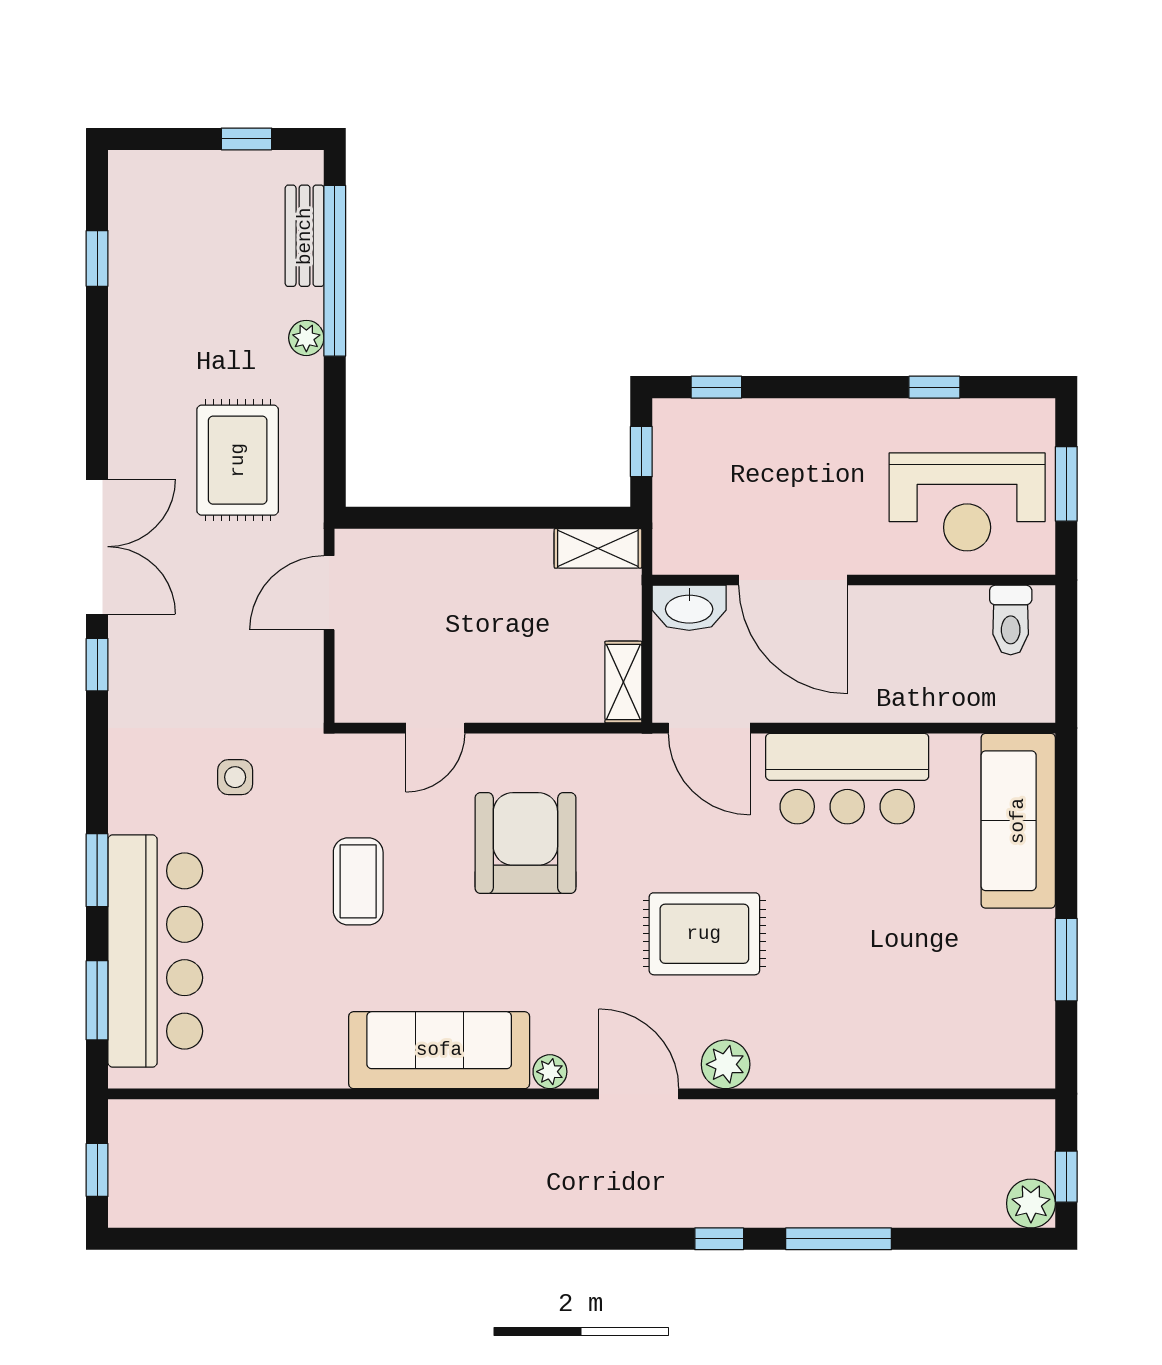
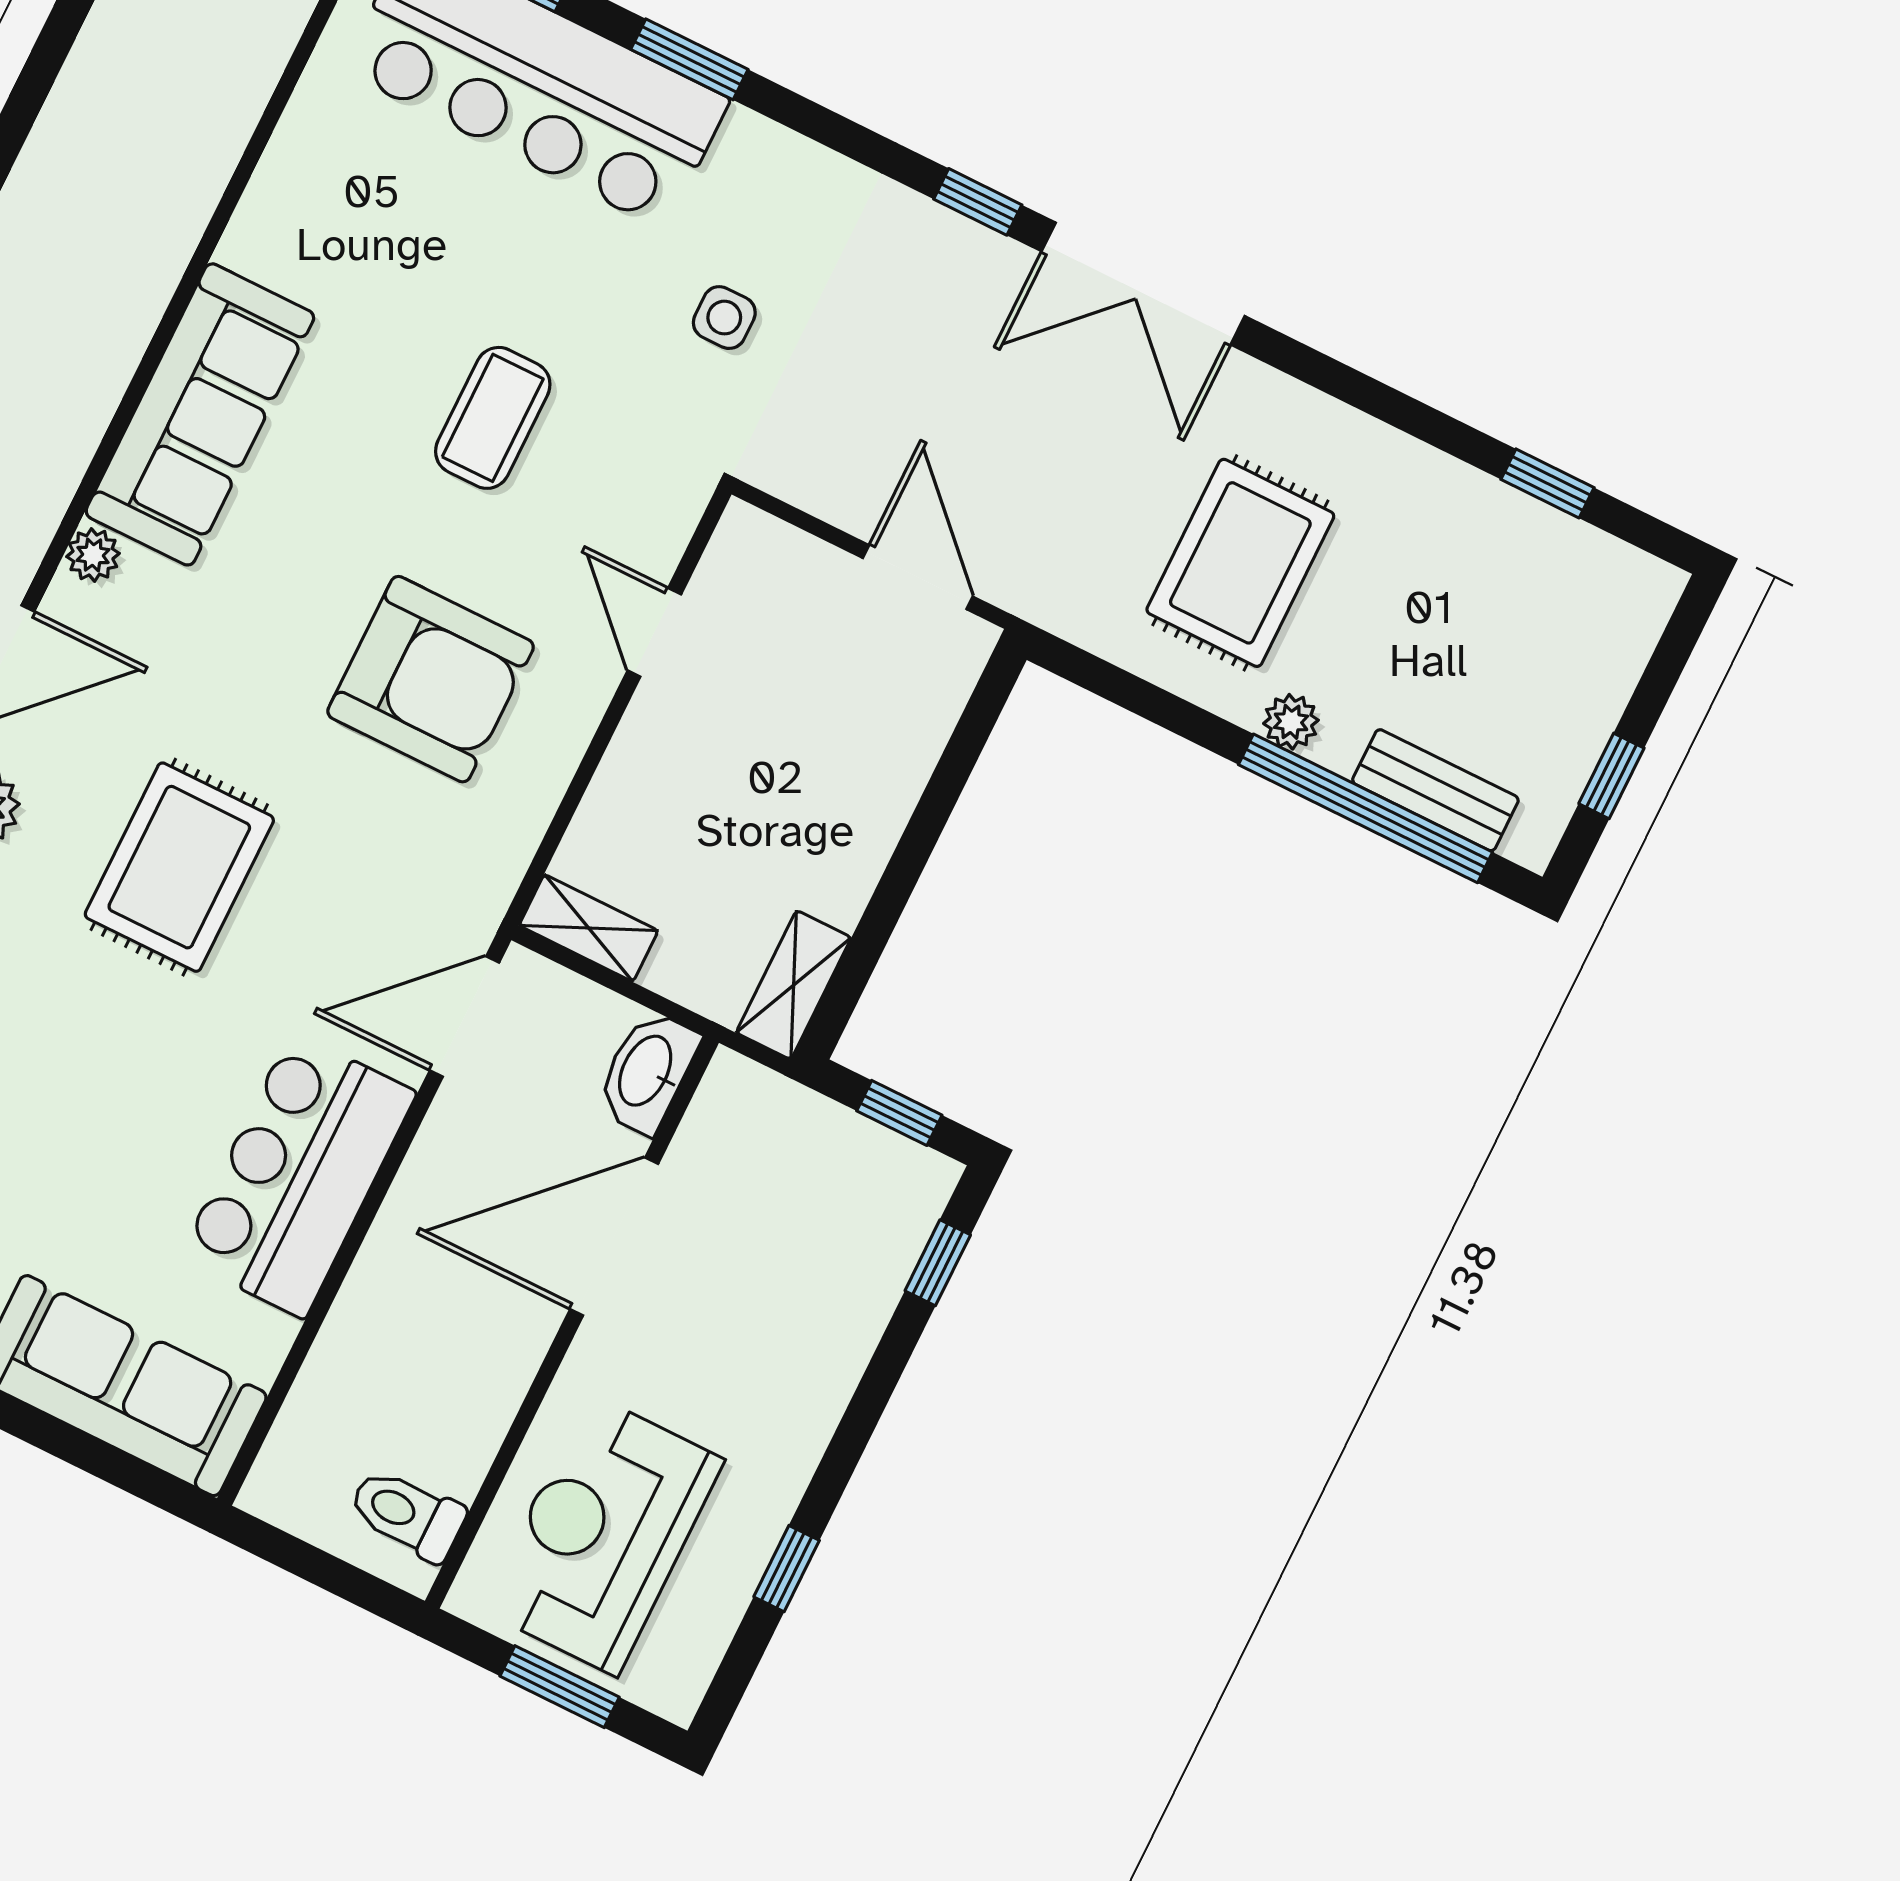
rug: (238, 460) -> (1240, 563), moved, turned 90
coffee table: (358, 881) -> (493, 418), turned 90

